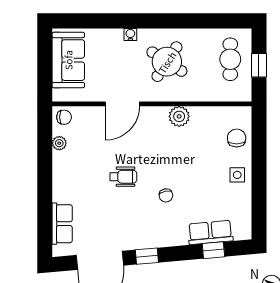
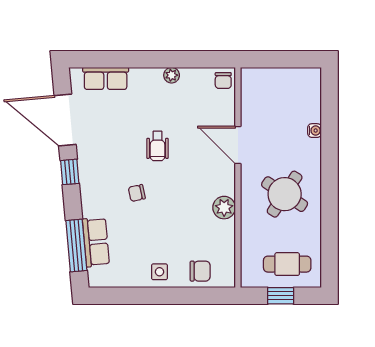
water cooler: (130, 34) -> (315, 131), moved
sofa: (68, 60) -> (286, 85), removed
plant: (59, 143) -> (172, 75), moved
window: (213, 250) -> (76, 245), width x2.17

